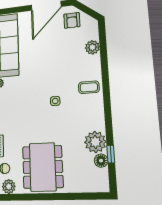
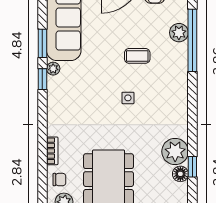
window: (104, 52) -> (192, 40), added
coffee table: (89, 87) -> (137, 56), moved

